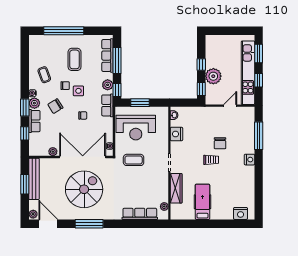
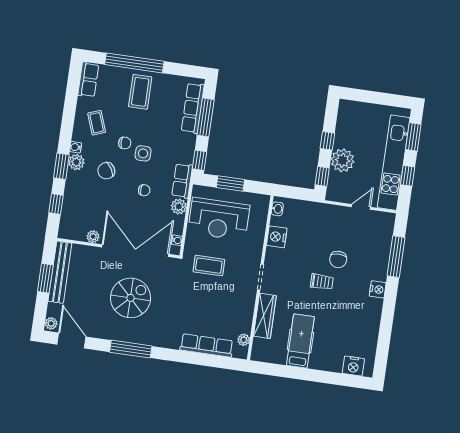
coffee table: (75, 59) -> (140, 92), moved
plant: (108, 85) -> (179, 207), moved
row of seats: (34, 121) -> (88, 80), moved
spiral stairs: (84, 189) -> (131, 298), width x0.73, depth x0.73

